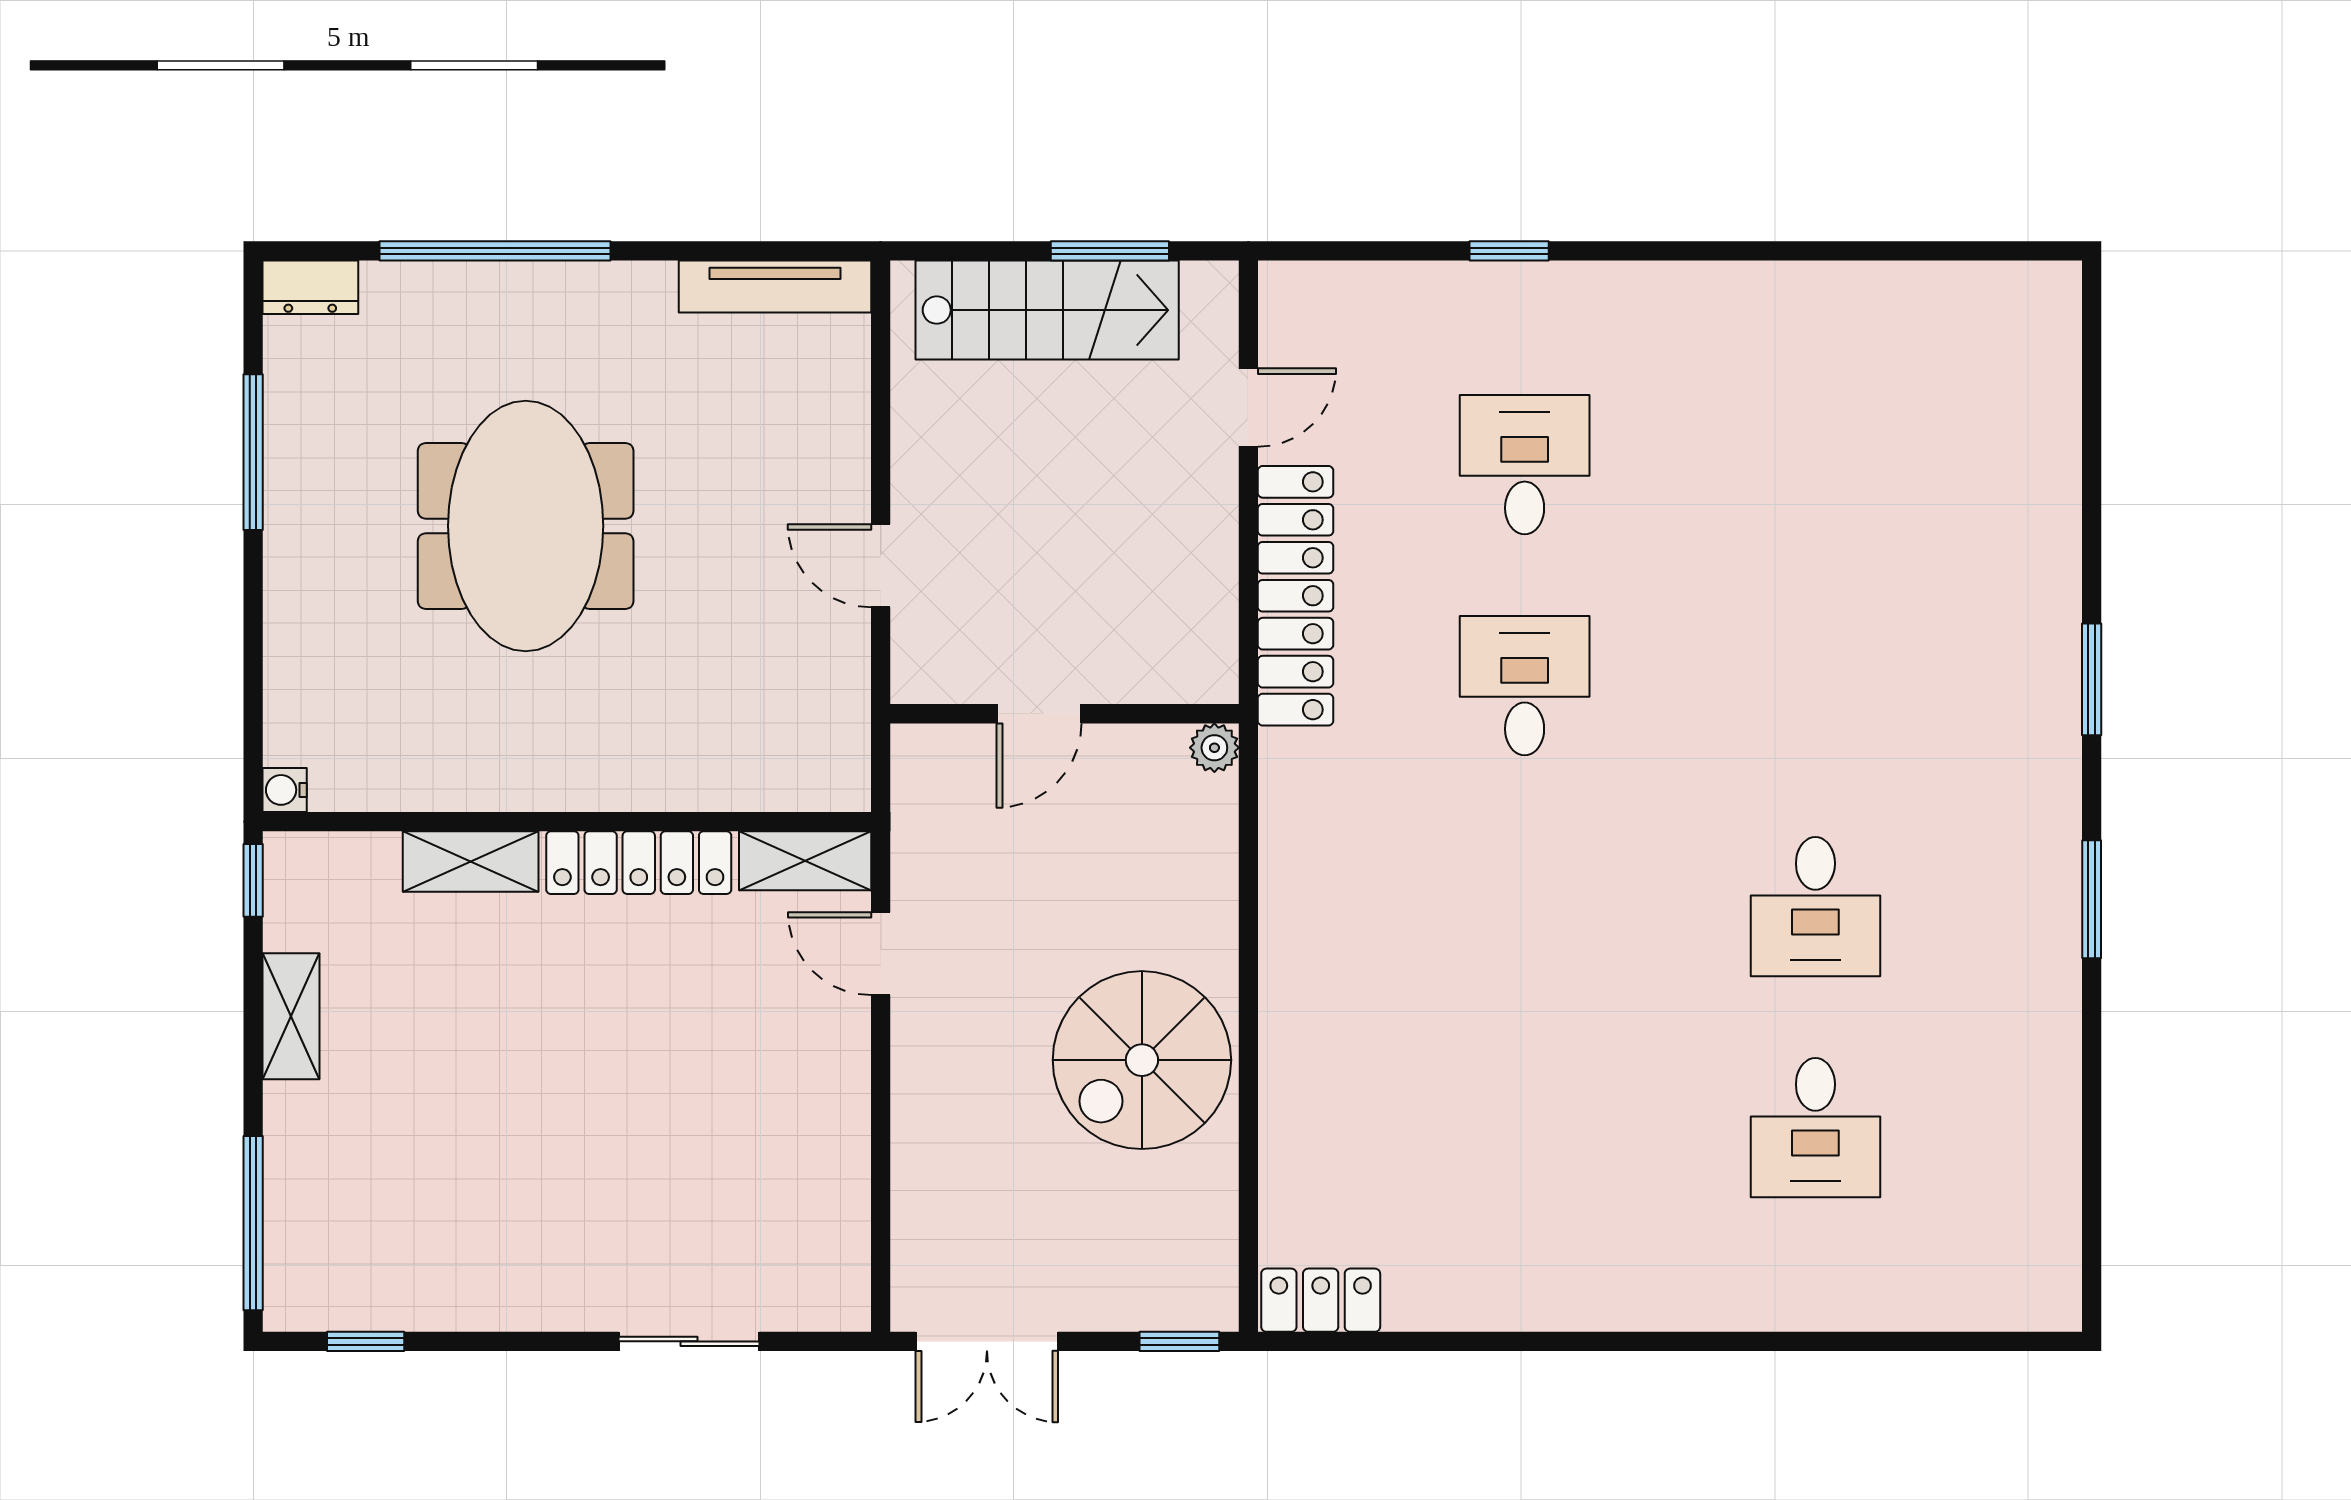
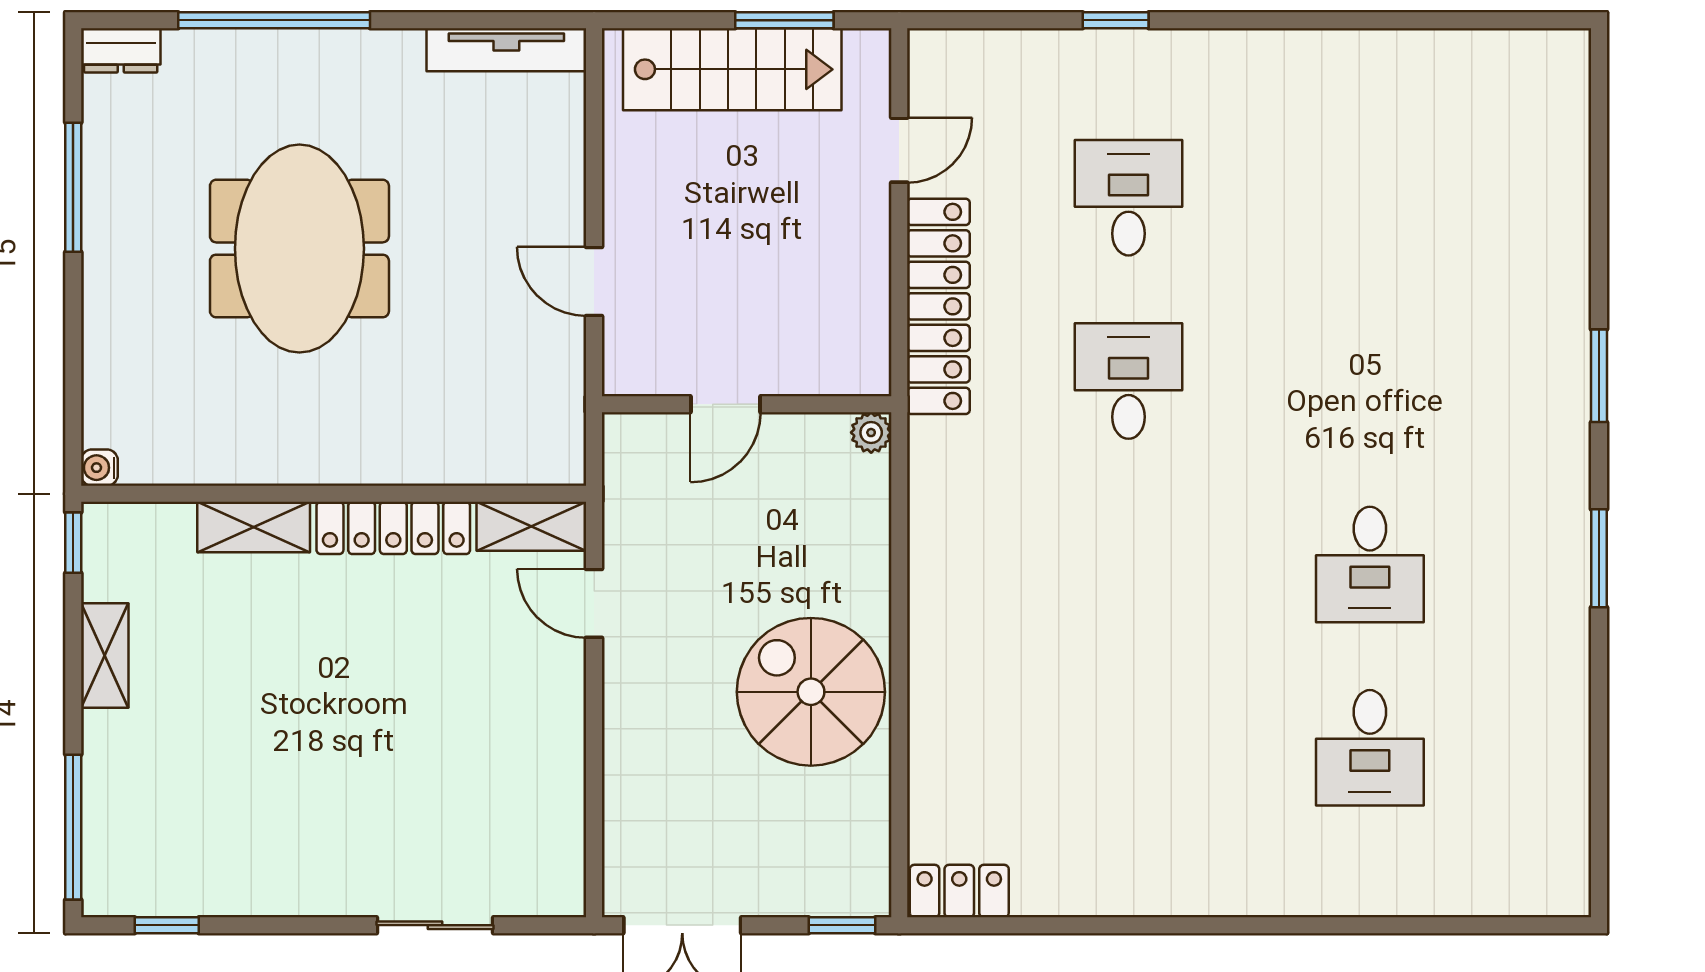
spiral stairs: (1142, 1060) -> (811, 692), turned 90

